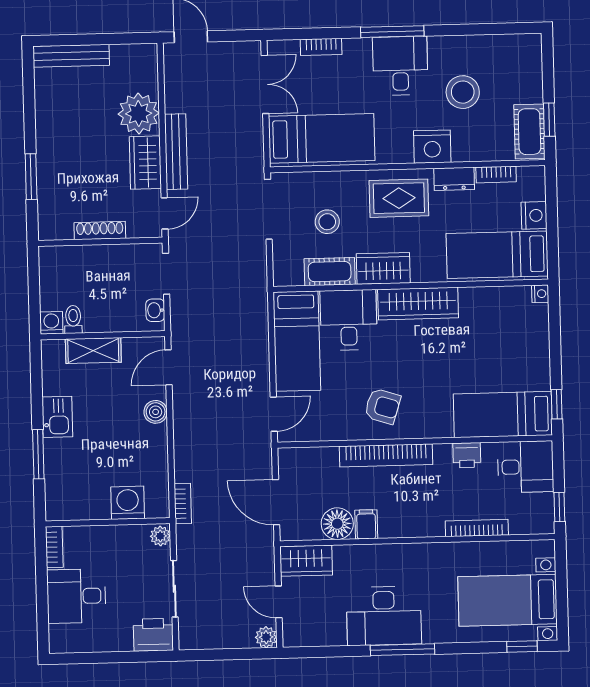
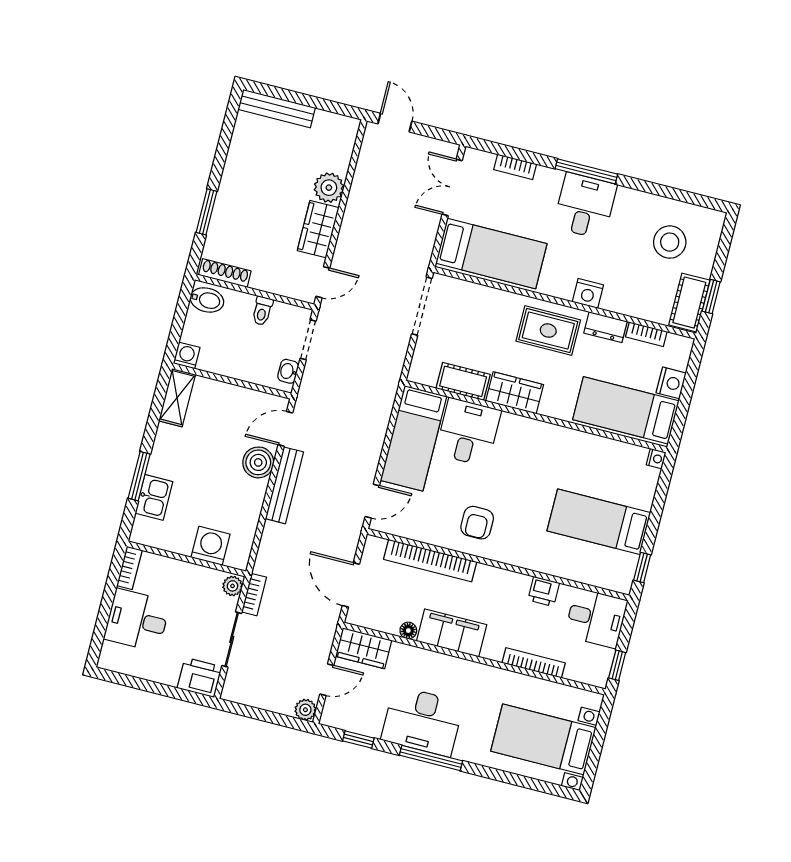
double door: (265, 84) -> (452, 187), swing flipped
stool: (463, 92) -> (670, 242), moved
plant: (139, 113) -> (329, 188), width x0.73, depth x0.73
nightstand: (432, 147) -> (588, 293), width x0.74, depth x0.75
bench: (176, 152) -> (284, 485), moved
stool: (327, 222) -> (474, 334), removed
shoe rack: (100, 231) -> (225, 273), moved
bidet: (56, 263) -> (207, 300), added
wardrobe: (418, 304) -> (538, 435), removed
toilet: (73, 319) -> (262, 311), moved, turned 180
shelving: (93, 351) -> (177, 398), moved, turned 90
armchair: (383, 406) -> (477, 523), turned 72
boiler: (156, 412) -> (258, 462), width x1.36, depth x1.36
bed: (503, 415) -> (599, 522), moved
kitchen sink: (57, 417) -> (154, 497), moved
bookcase: (386, 455) -> (430, 561), moved
bookcase: (183, 503) -> (254, 595), moved
floor lamp: (337, 524) -> (408, 631), width x0.53, depth x0.53
filing cabinet: (366, 524) -> (452, 633), width x3.00, depth x1.17
door: (279, 602) -> (327, 680), swing flipped
window: (522, 647) -> (358, 740), moved

